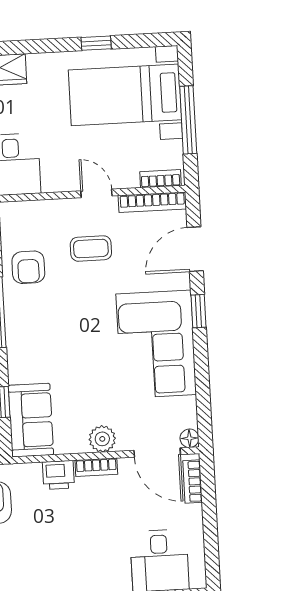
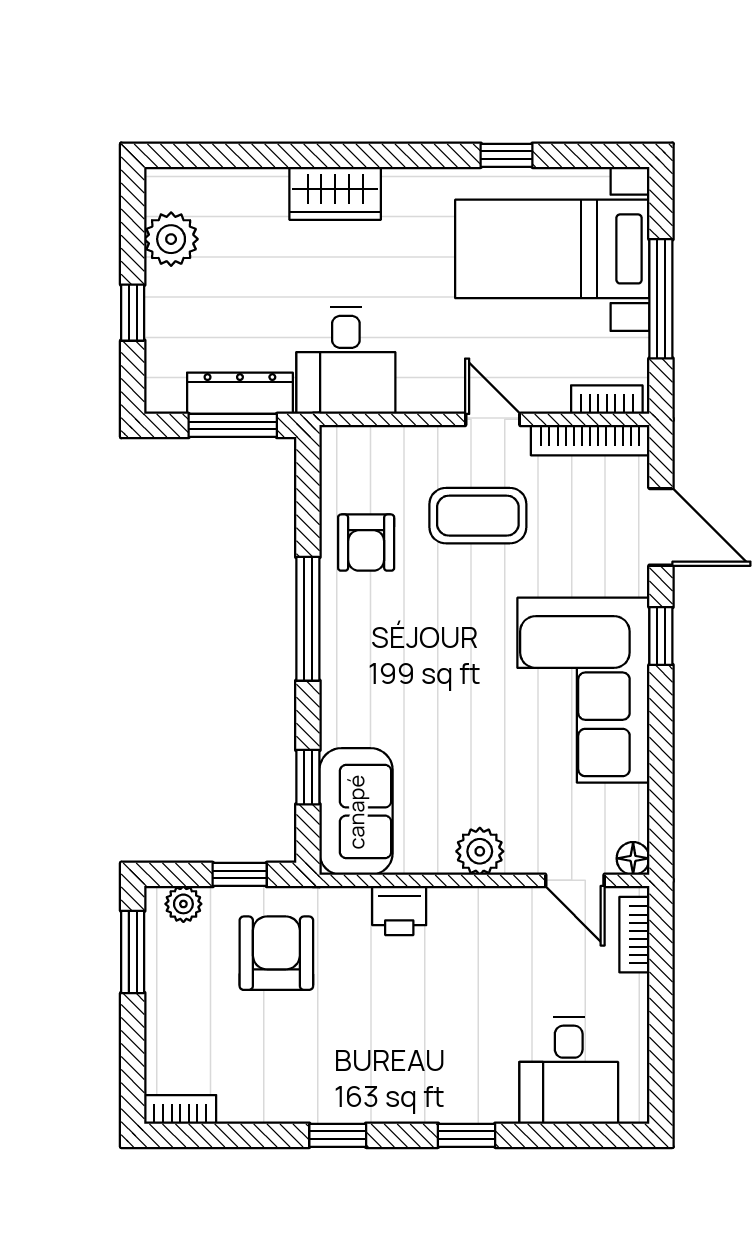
coffee table: (91, 249) -> (478, 516), width x1.36, depth x1.30
door: (195, 249) -> (661, 527), swing flipped
door: (157, 453) -> (575, 880), width x0.73
bookcase: (96, 467) -> (467, 901), removed

